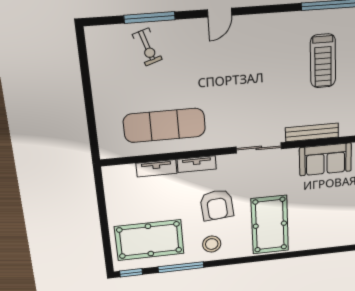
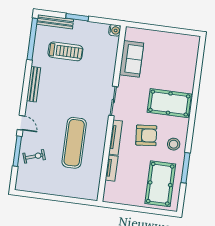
door: (220, 13) -> (21, 123), moved
exercise mat: (164, 125) -> (74, 143), moved
bench: (312, 132) -> (33, 84), moved
tv unit: (197, 164) -> (116, 138), width x1.41
window: (131, 273) -> (181, 201), removed

